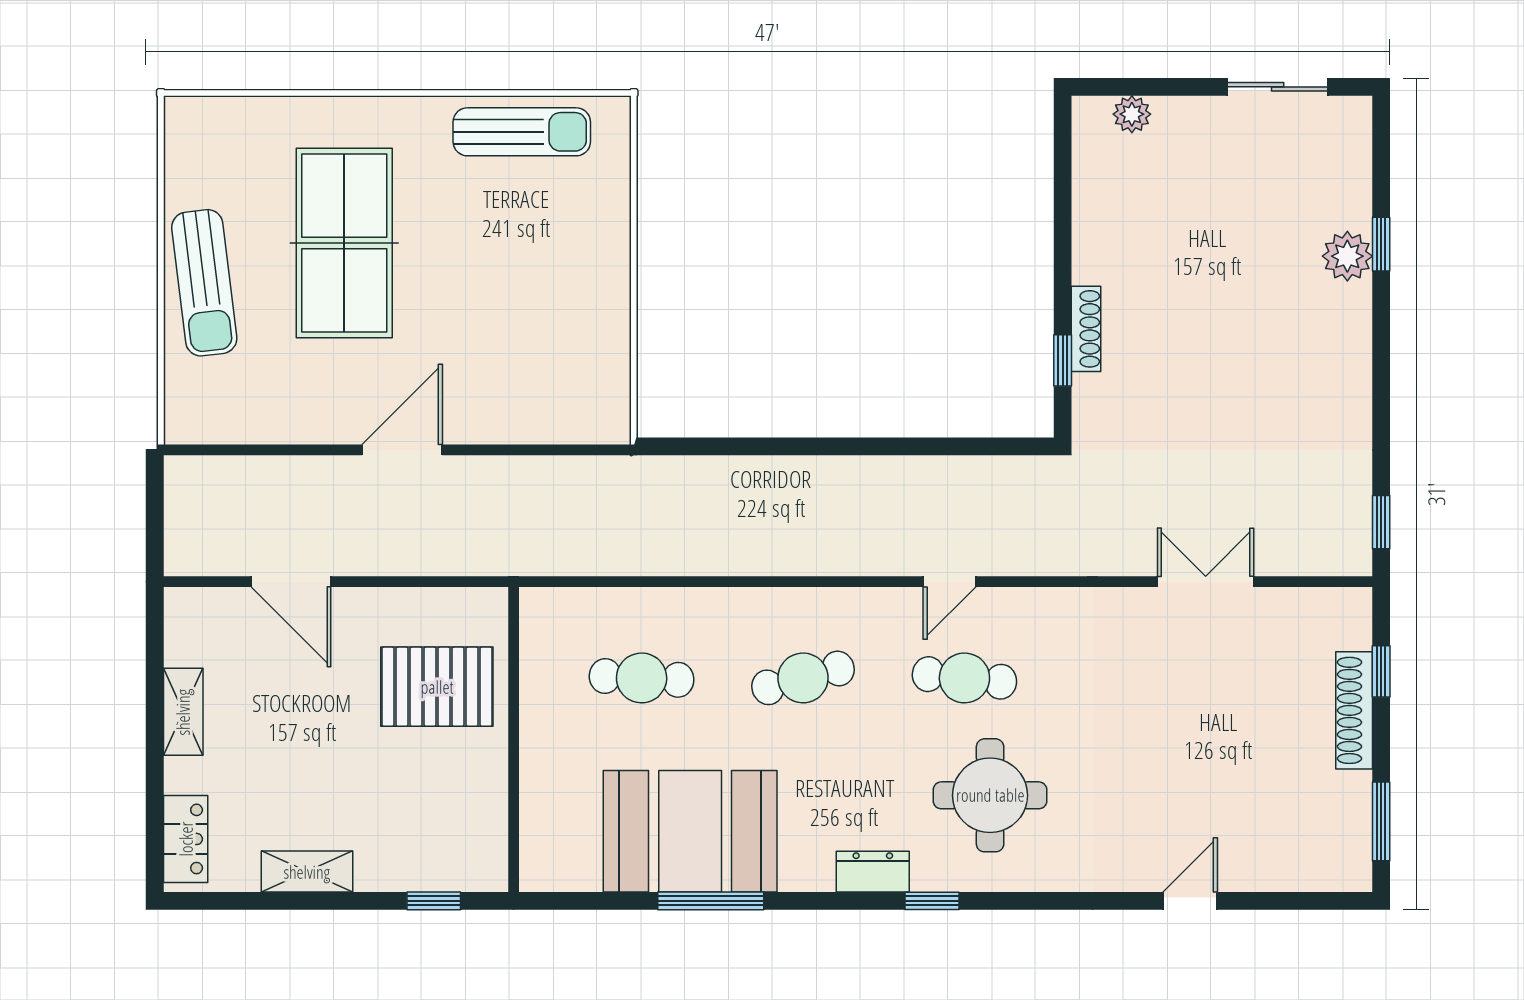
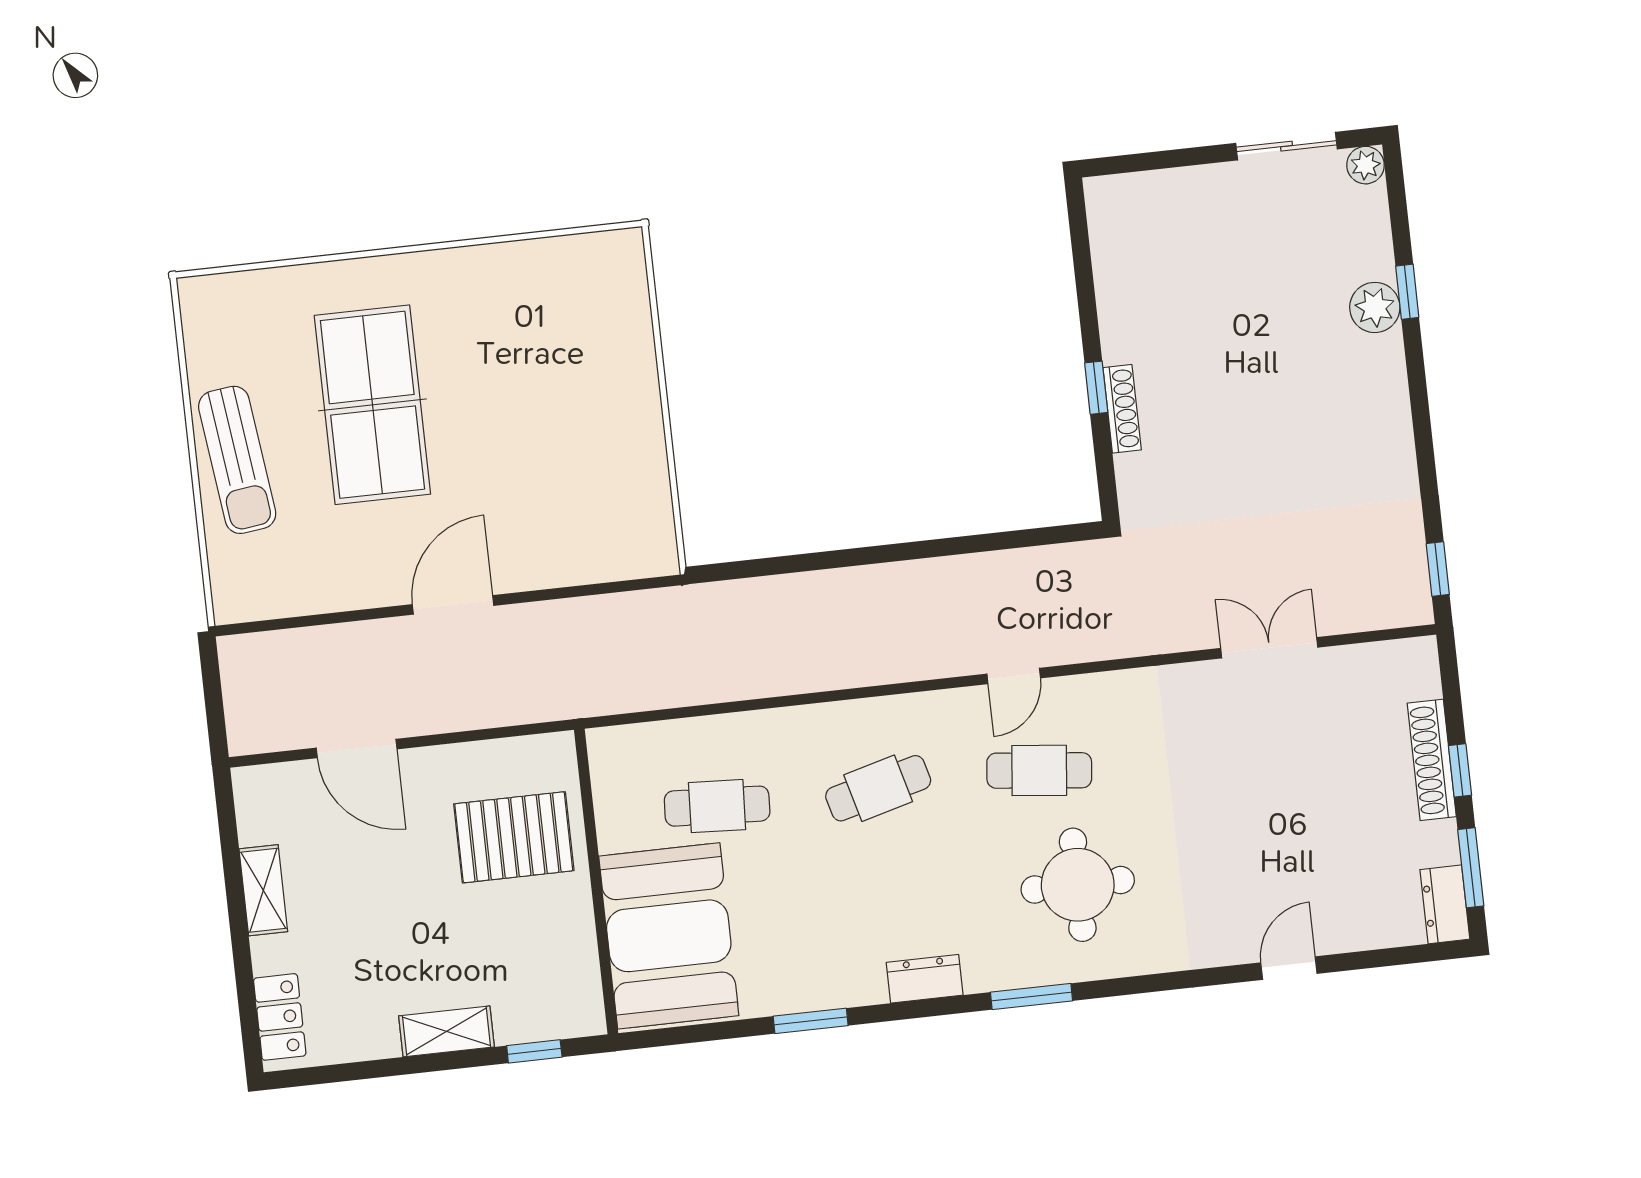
plant: (1132, 114) -> (1365, 165), moved
sun lounger: (522, 132) -> (537, 274), removed
window: (1063, 360) -> (1096, 388), moved
window: (1381, 671) -> (1460, 770), moved
booth: (690, 831) -> (669, 936), moved, turned 90
dresser: (1351, 855) -> (1445, 904), added
shelving: (307, 872) -> (446, 1031), moved
dresser: (873, 872) -> (925, 979), moved
window: (711, 901) -> (811, 1021), width x0.69
window: (932, 901) -> (1032, 996), width x1.50

